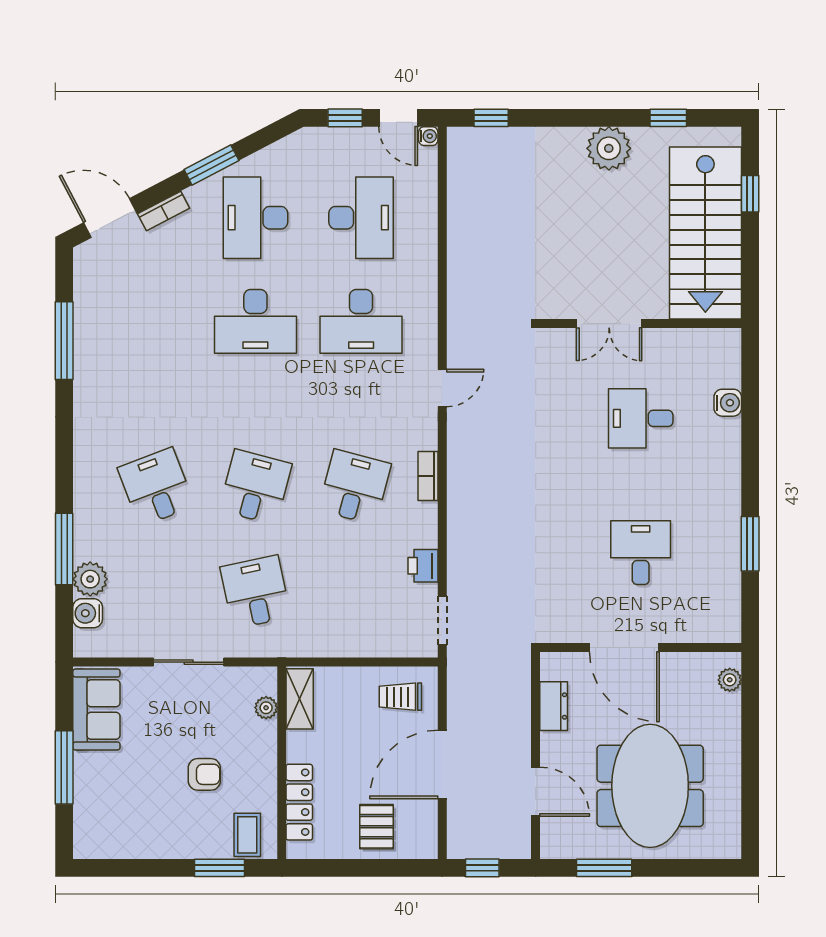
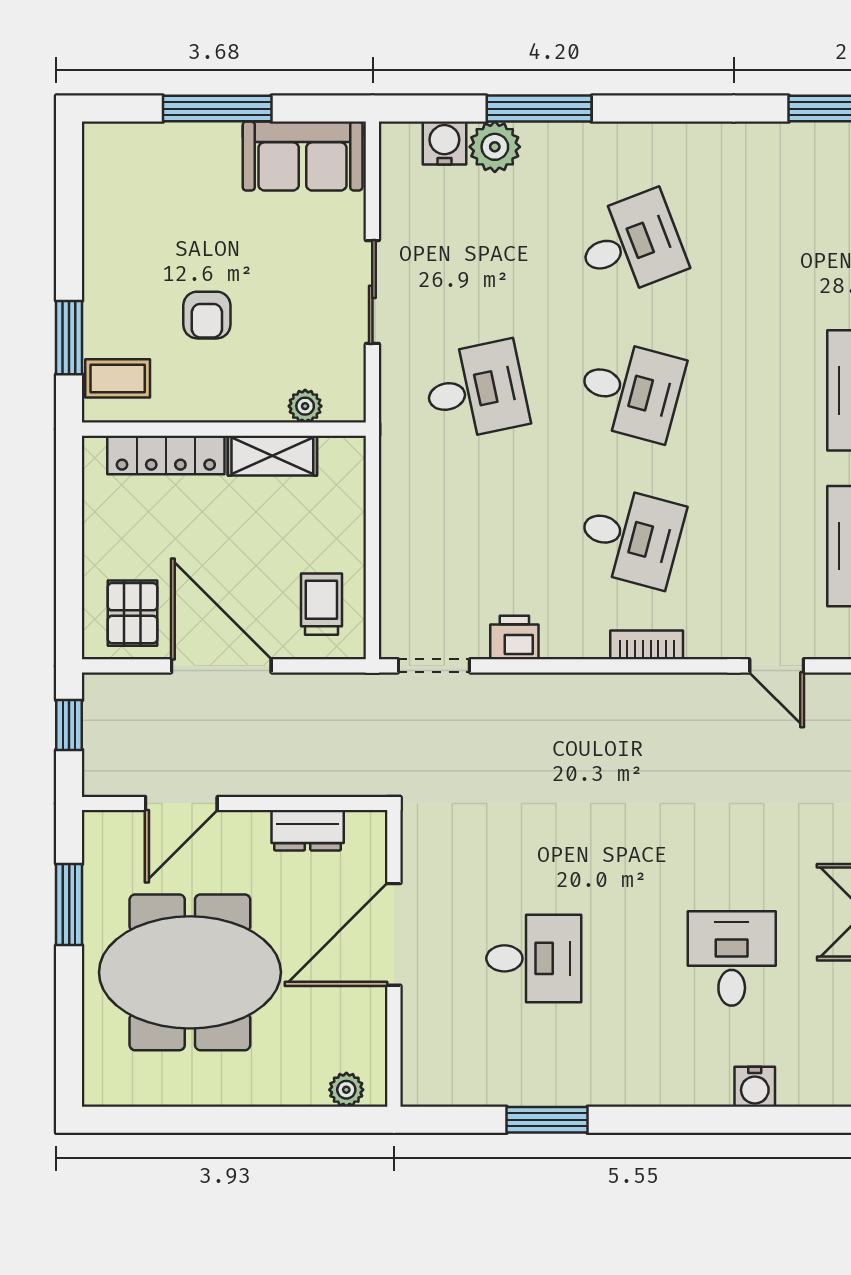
shelving: (300, 699) -> (272, 456), moved
pallet: (377, 827) -> (132, 613), moved, turned 90

